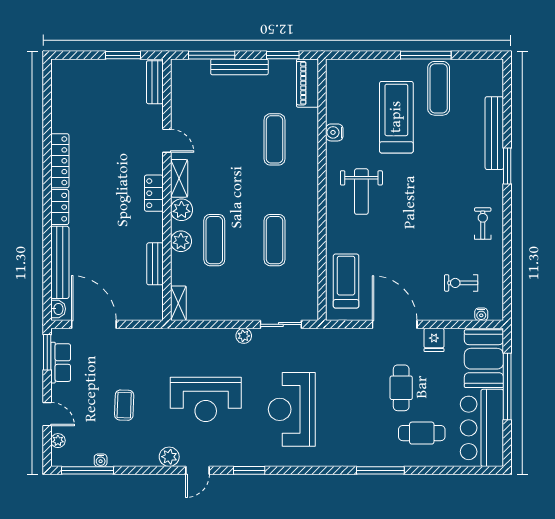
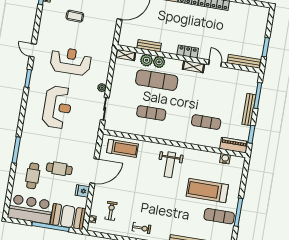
bench: (155, 82) -> (244, 61), width x1.36
treadmill: (396, 117) -> (207, 191), turned 180
water cooler: (334, 132) -> (225, 159), moved
door: (167, 141) -> (215, 63), swing flipped
weight bench: (361, 192) -> (170, 165), turned -90
plant: (181, 210) -> (147, 60), moved
exercise mat: (214, 240) -> (157, 80), width x1.36, depth x1.45
reception desk: (206, 399) -> (71, 61), turned 90
reception desk: (292, 409) -> (57, 107), turned 90
plant: (169, 457) -> (43, 36), removed

